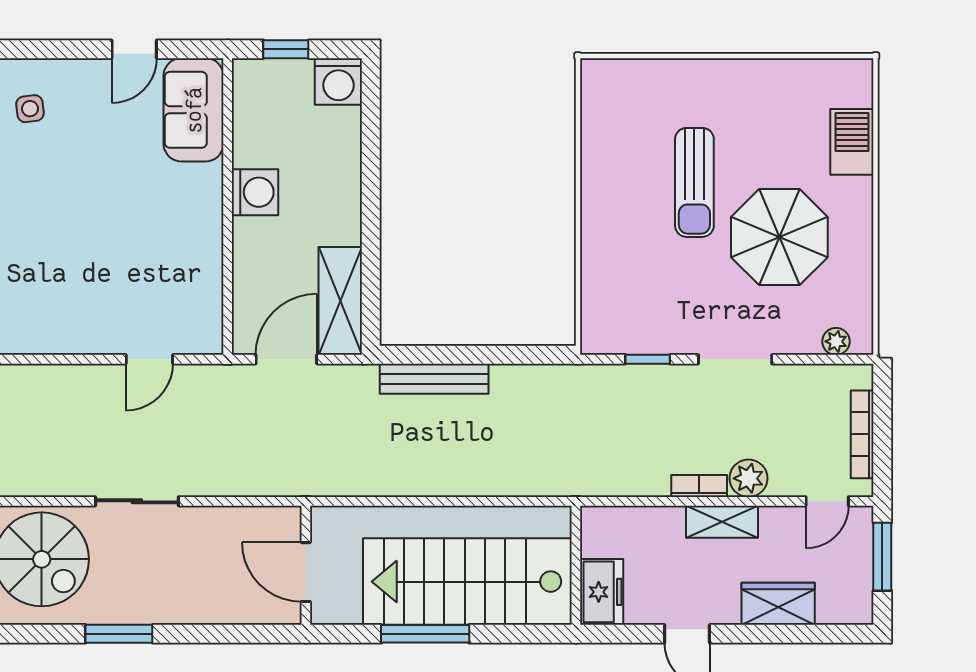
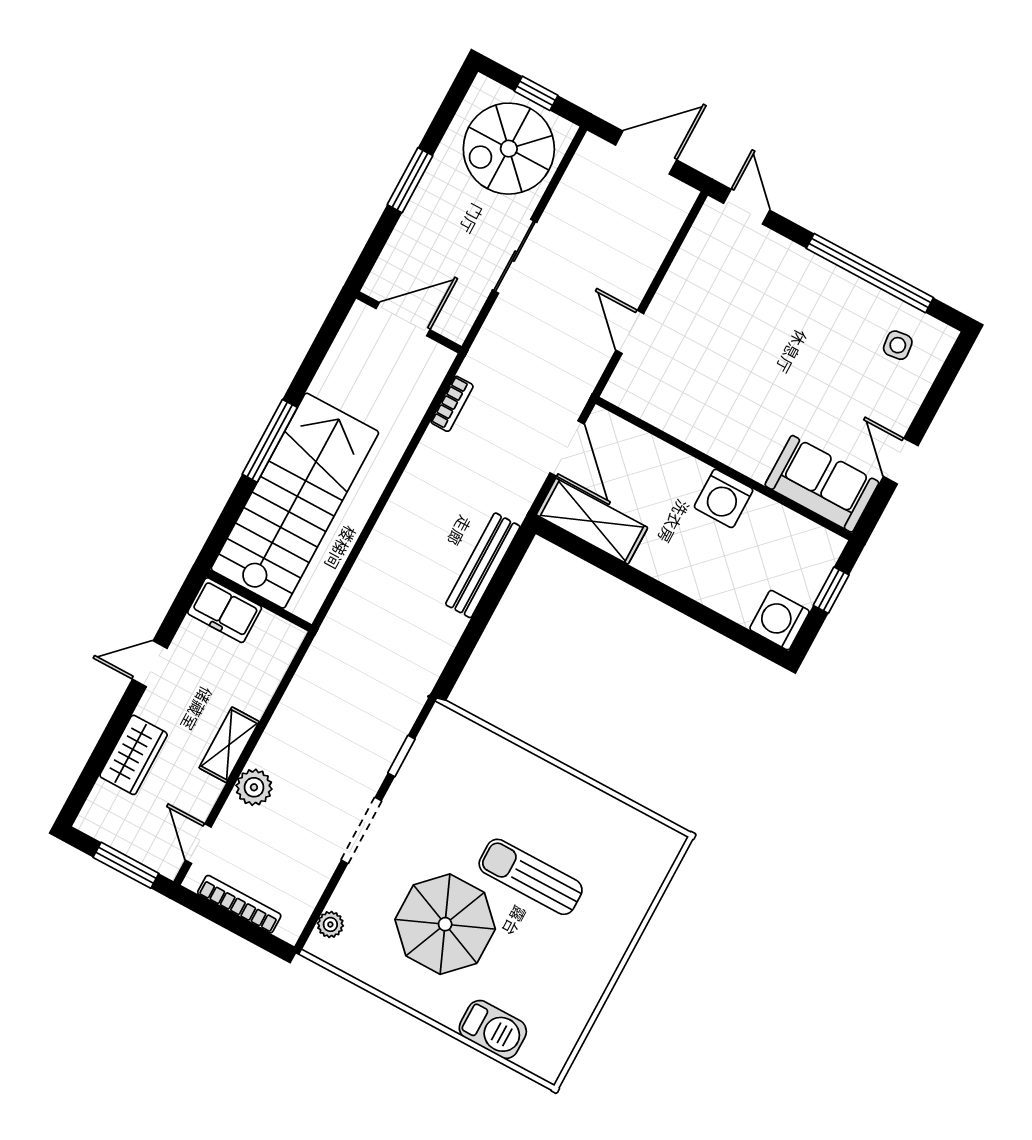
bookcase: (699, 486) -> (452, 404), moved
wall: (306, 565) -> (409, 322), moved
door: (306, 572) -> (403, 319), moved

